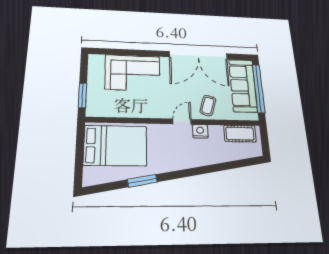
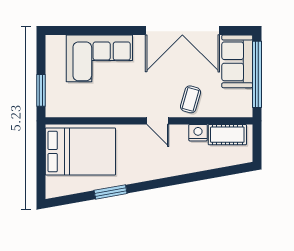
sofa: (243, 86) -> (237, 61), width x0.73
door: (182, 122) -> (158, 121), swing flipped
nightstand: (200, 131) -> (198, 133), moved

